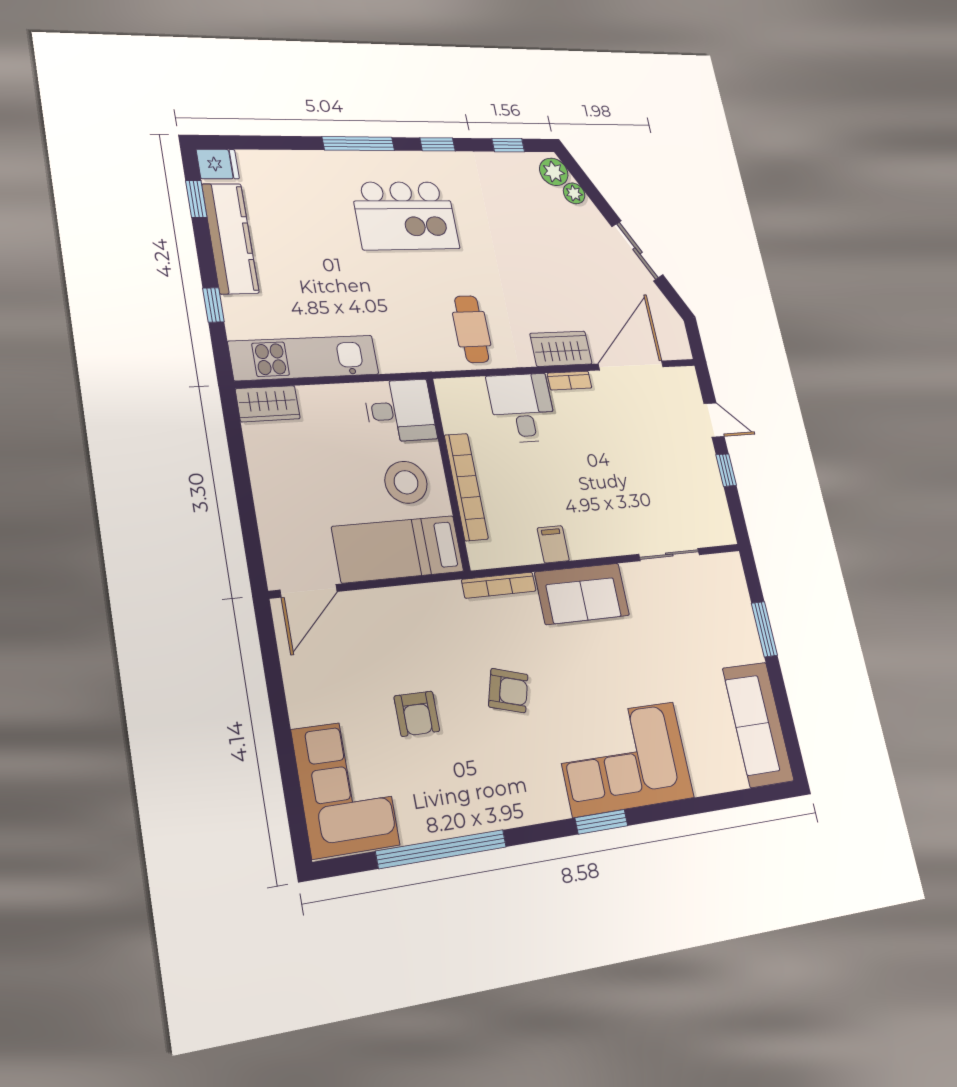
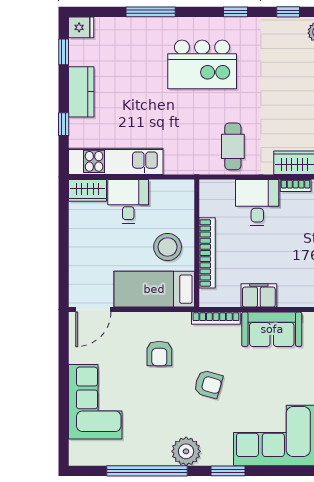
window: (358, 144) -> (151, 12), moved
kitchen counter: (230, 238) -> (81, 92), width x0.67
desk: (400, 411) -> (128, 201), moved, turned -90
filing cabinet: (553, 544) -> (259, 295), width x2.00
armchair: (417, 714) -> (159, 354), moved
corner sofa: (345, 787) -> (95, 402), moved
plant: (496, 806) -> (186, 451), added
window: (601, 822) -> (228, 471), moved

